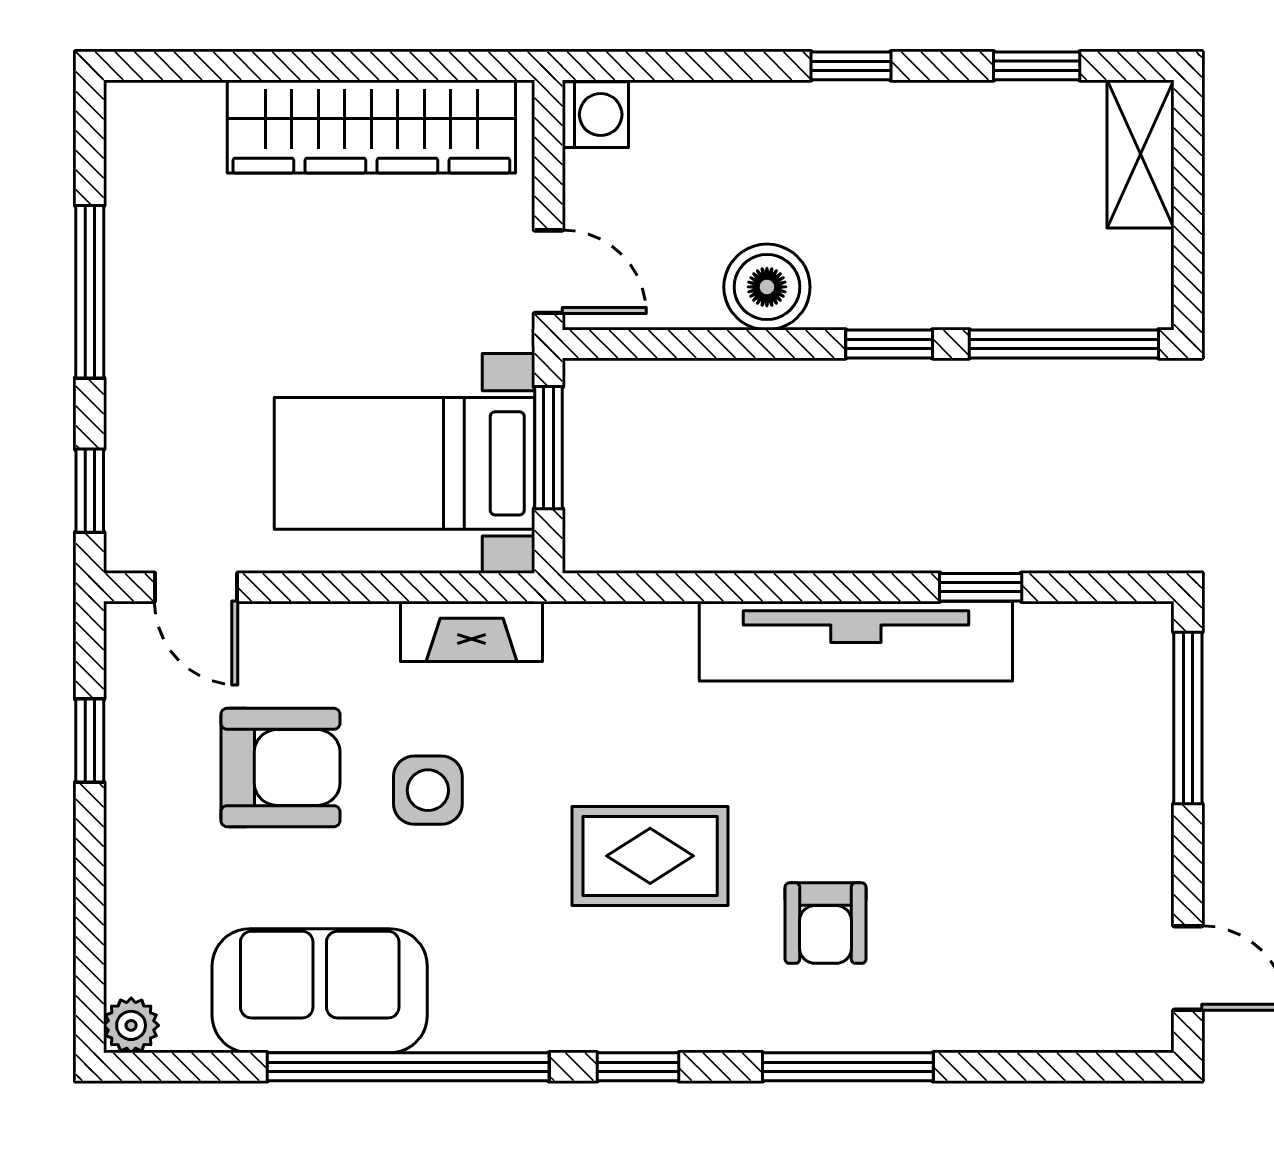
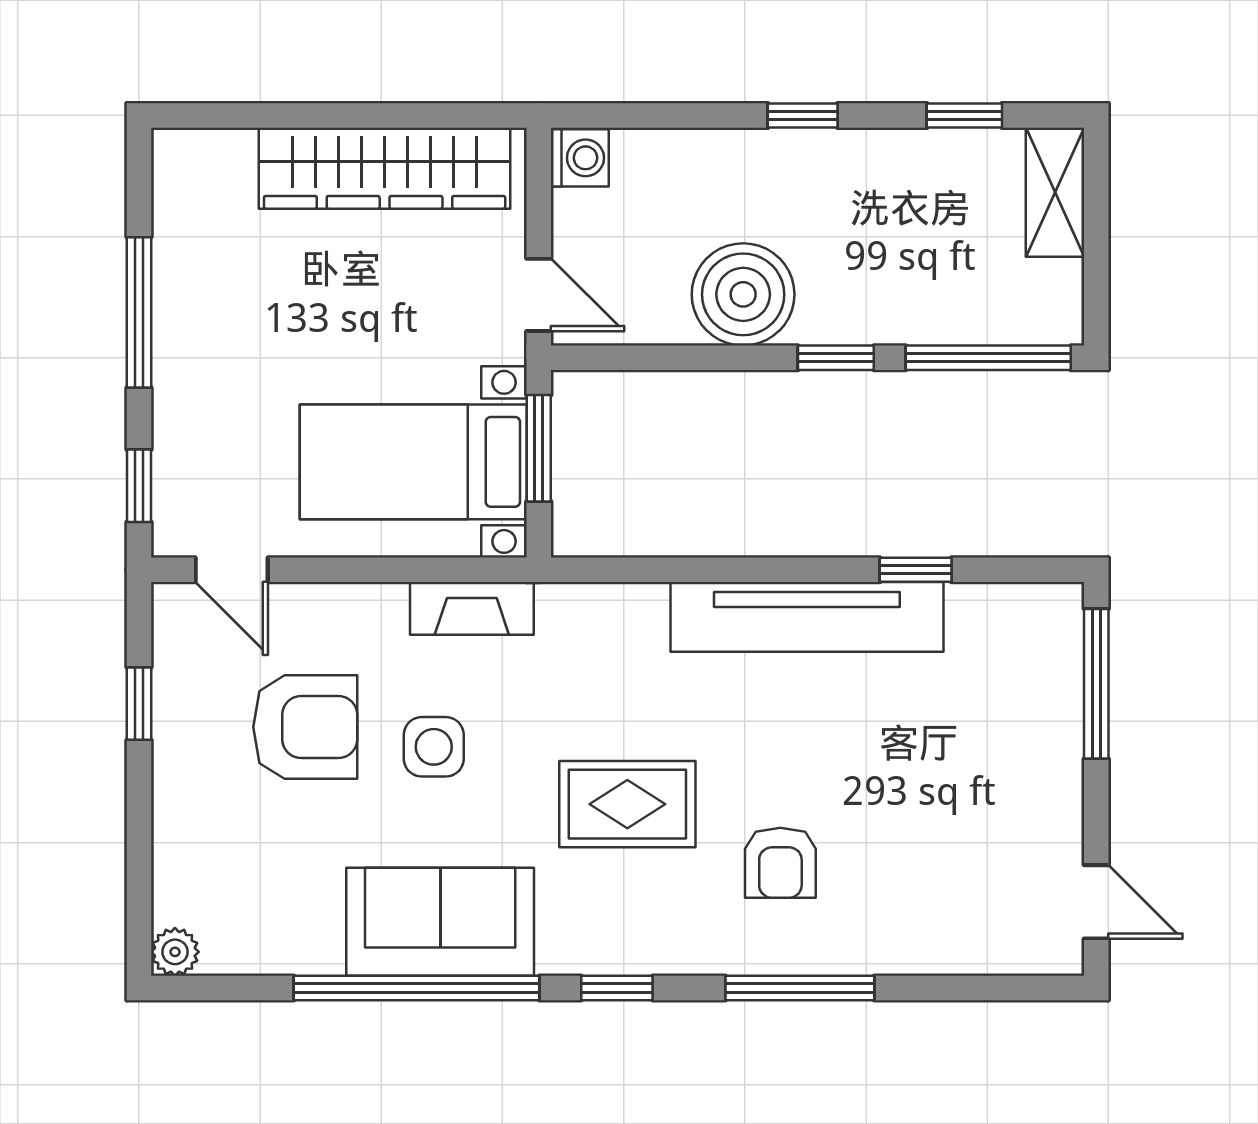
boiler: (767, 287) -> (743, 294), width x1.37, depth x1.37
sofa: (320, 991) -> (440, 922), moved

